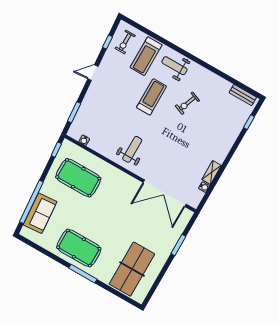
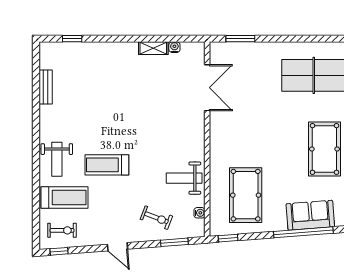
window: (108, 42) -> (59, 251), moved
bench: (243, 95) -> (46, 87), moved
exercise bike: (187, 103) -> (156, 218), moved
weight bench: (132, 149) -> (184, 178), moved
double door: (165, 193) -> (207, 88), width x0.73
window: (178, 245) -> (240, 39), moved

